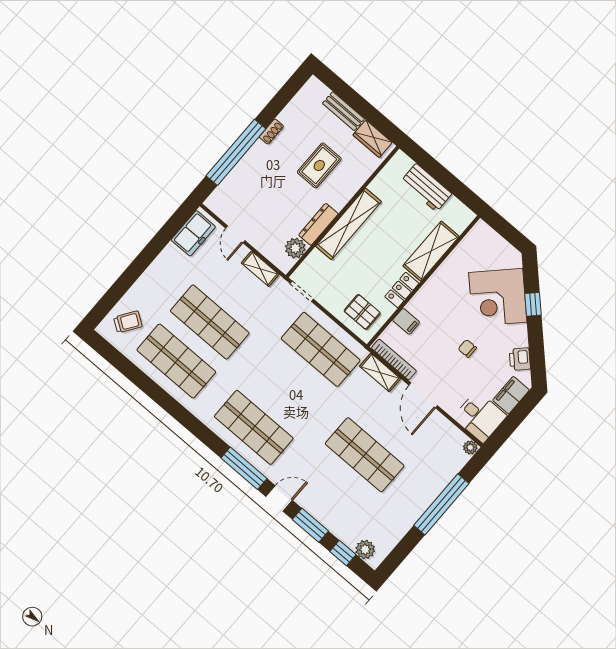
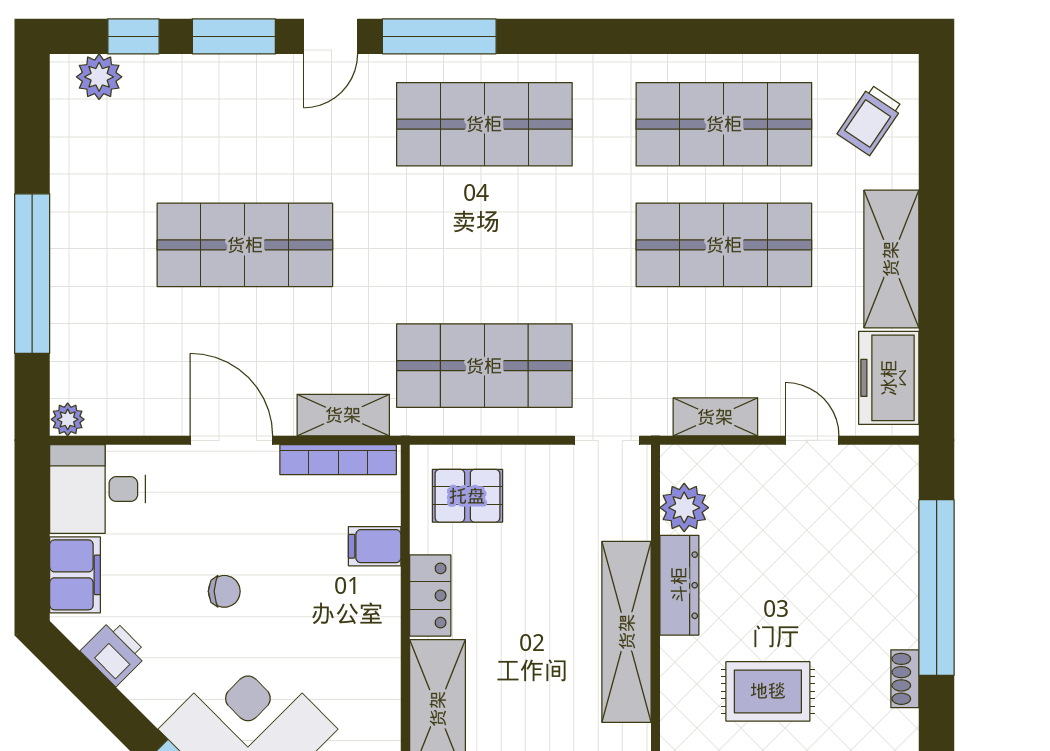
rug: (319, 165) -> (768, 691), turned 90
shelving: (159, 271) -> (891, 259), added

